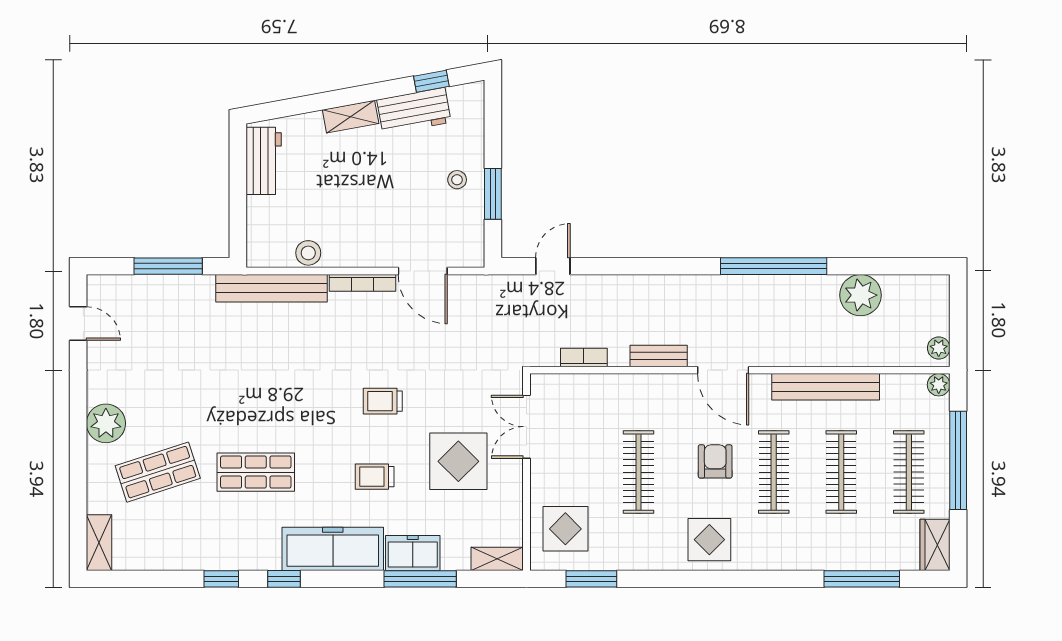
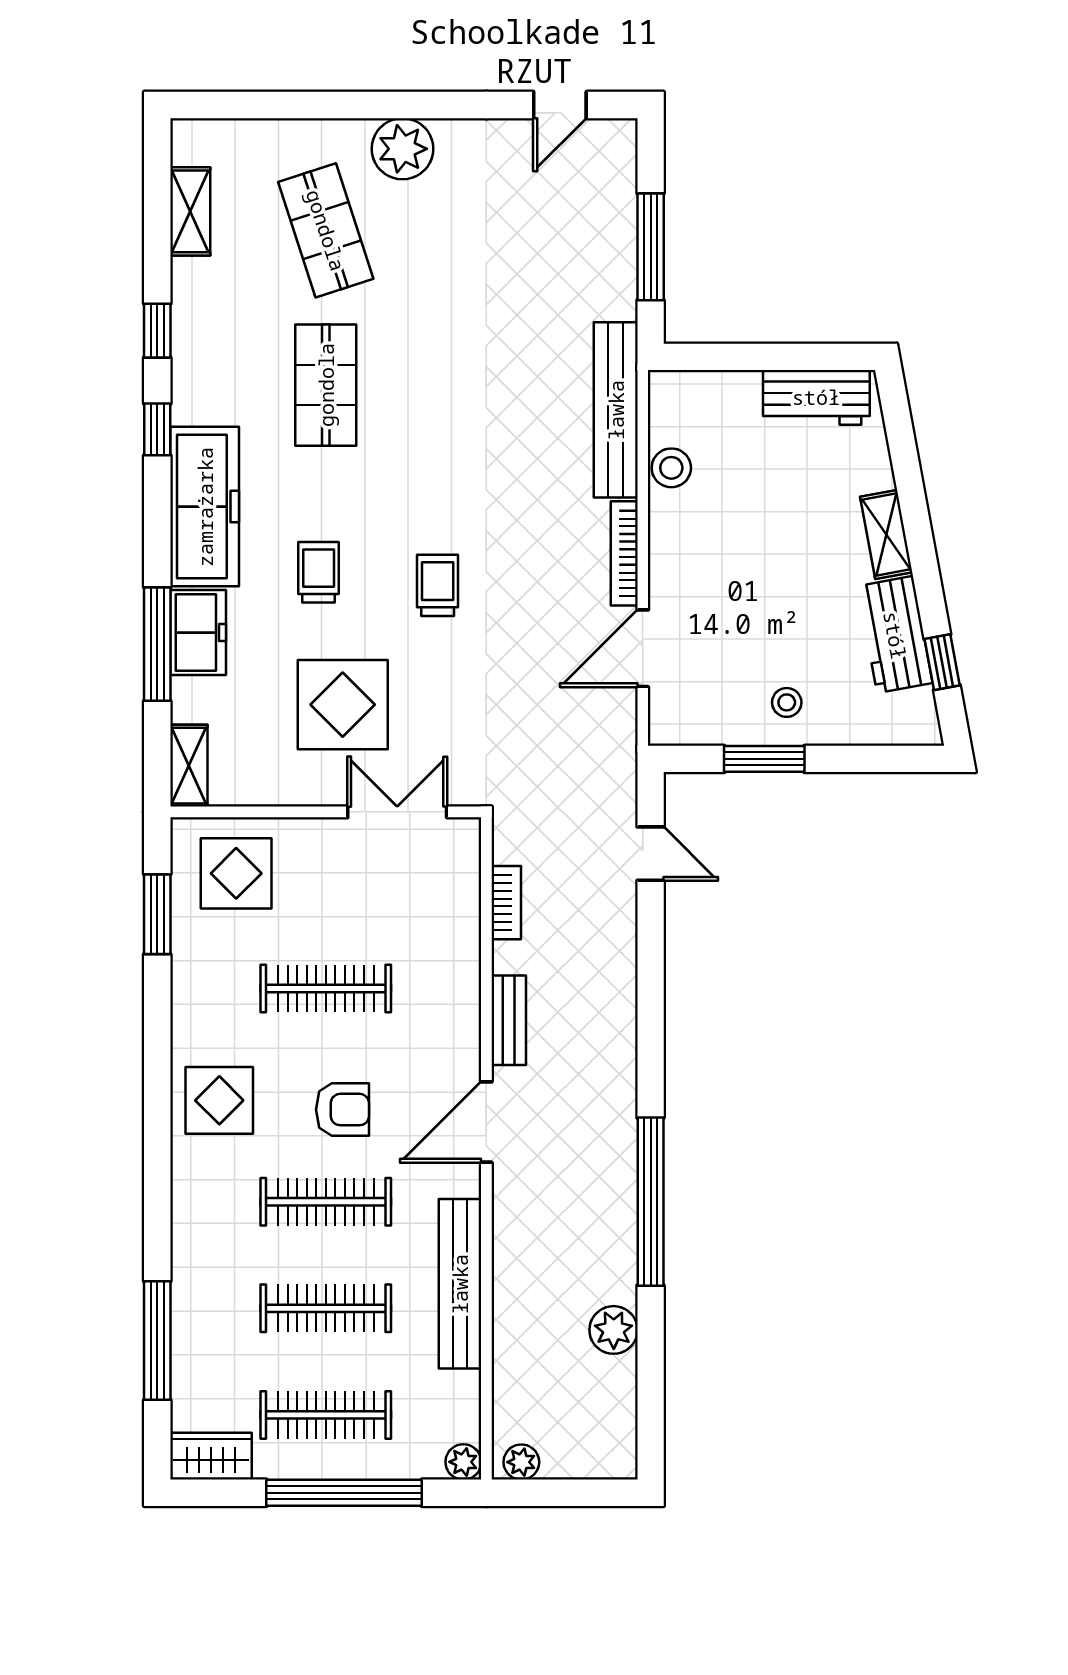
plant: (861, 295) -> (614, 1330), width x0.73, depth x0.73
shelving: (99, 543) -> (190, 211), moved, turned 90

